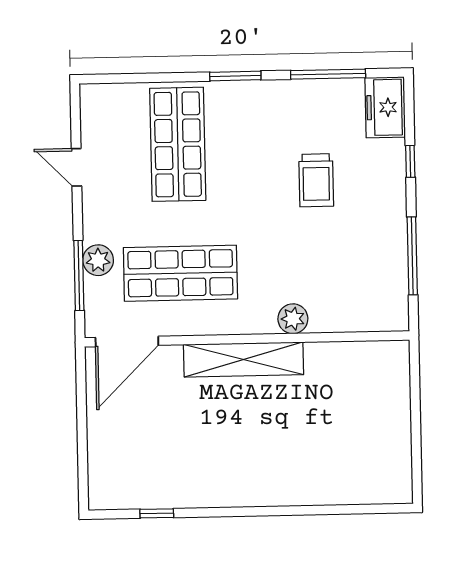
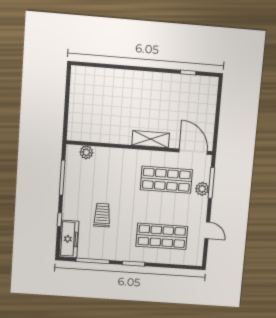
freezer: (385, 107) -> (69, 239), width x1.40
shop shelf: (178, 144) -> (162, 236), turned 90
plant: (293, 319) -> (86, 152), moved
door: (127, 341) -> (193, 152), hinge flipped
shelving: (244, 360) -> (151, 139), width x0.68

